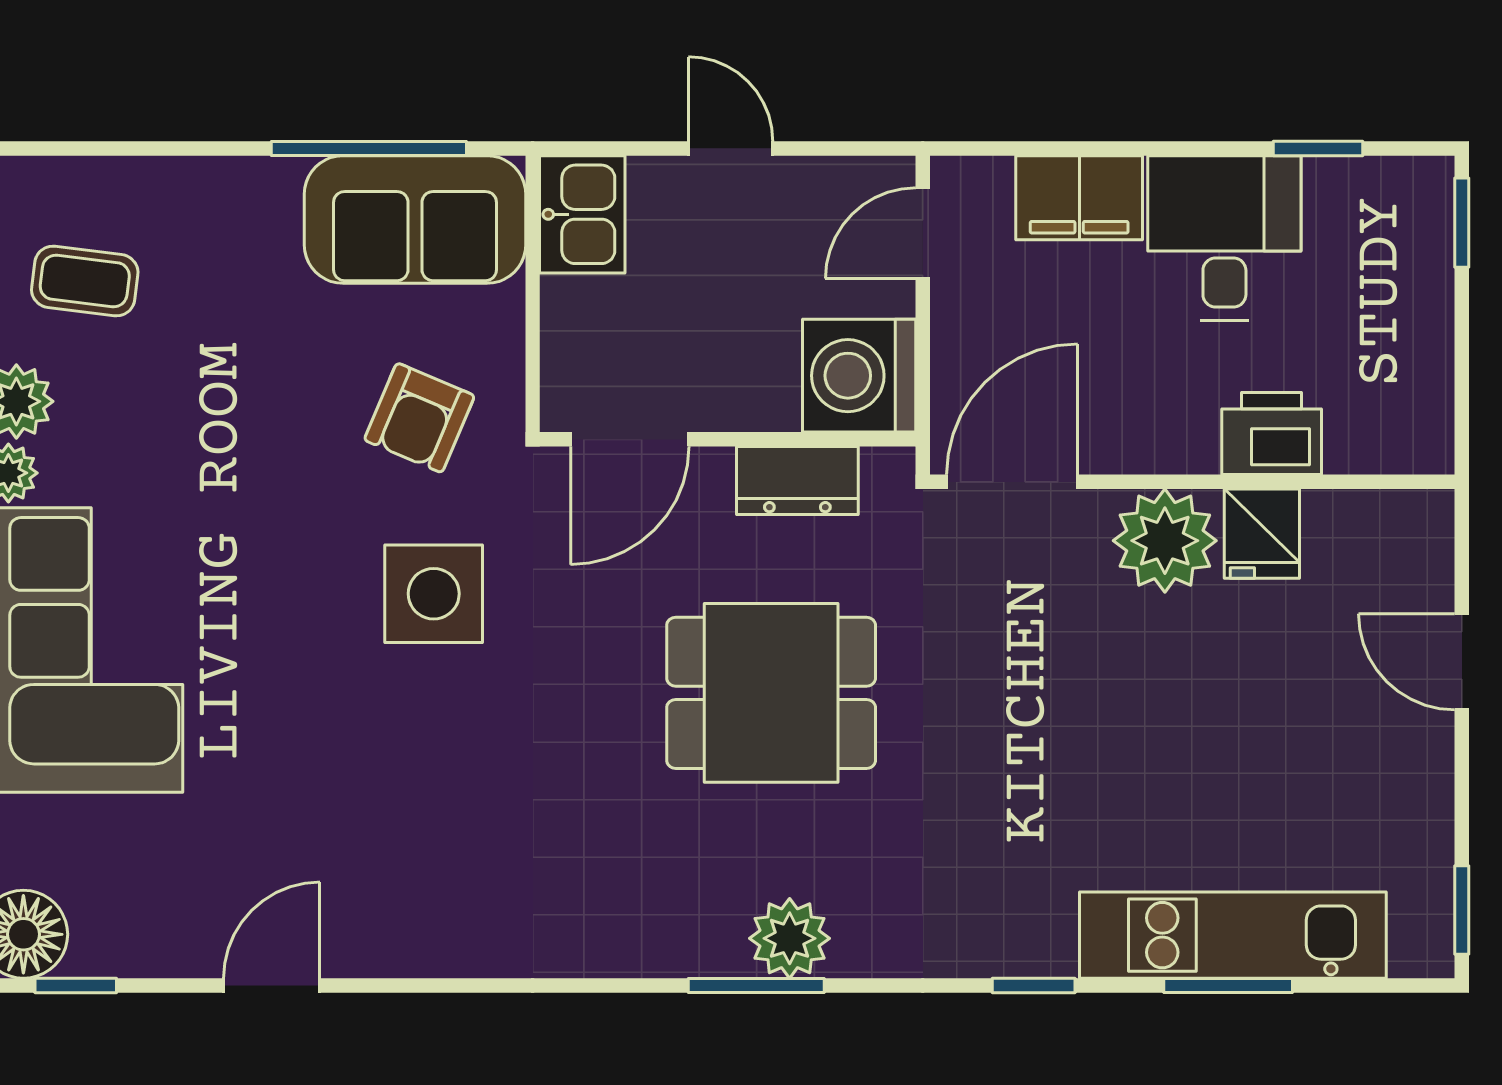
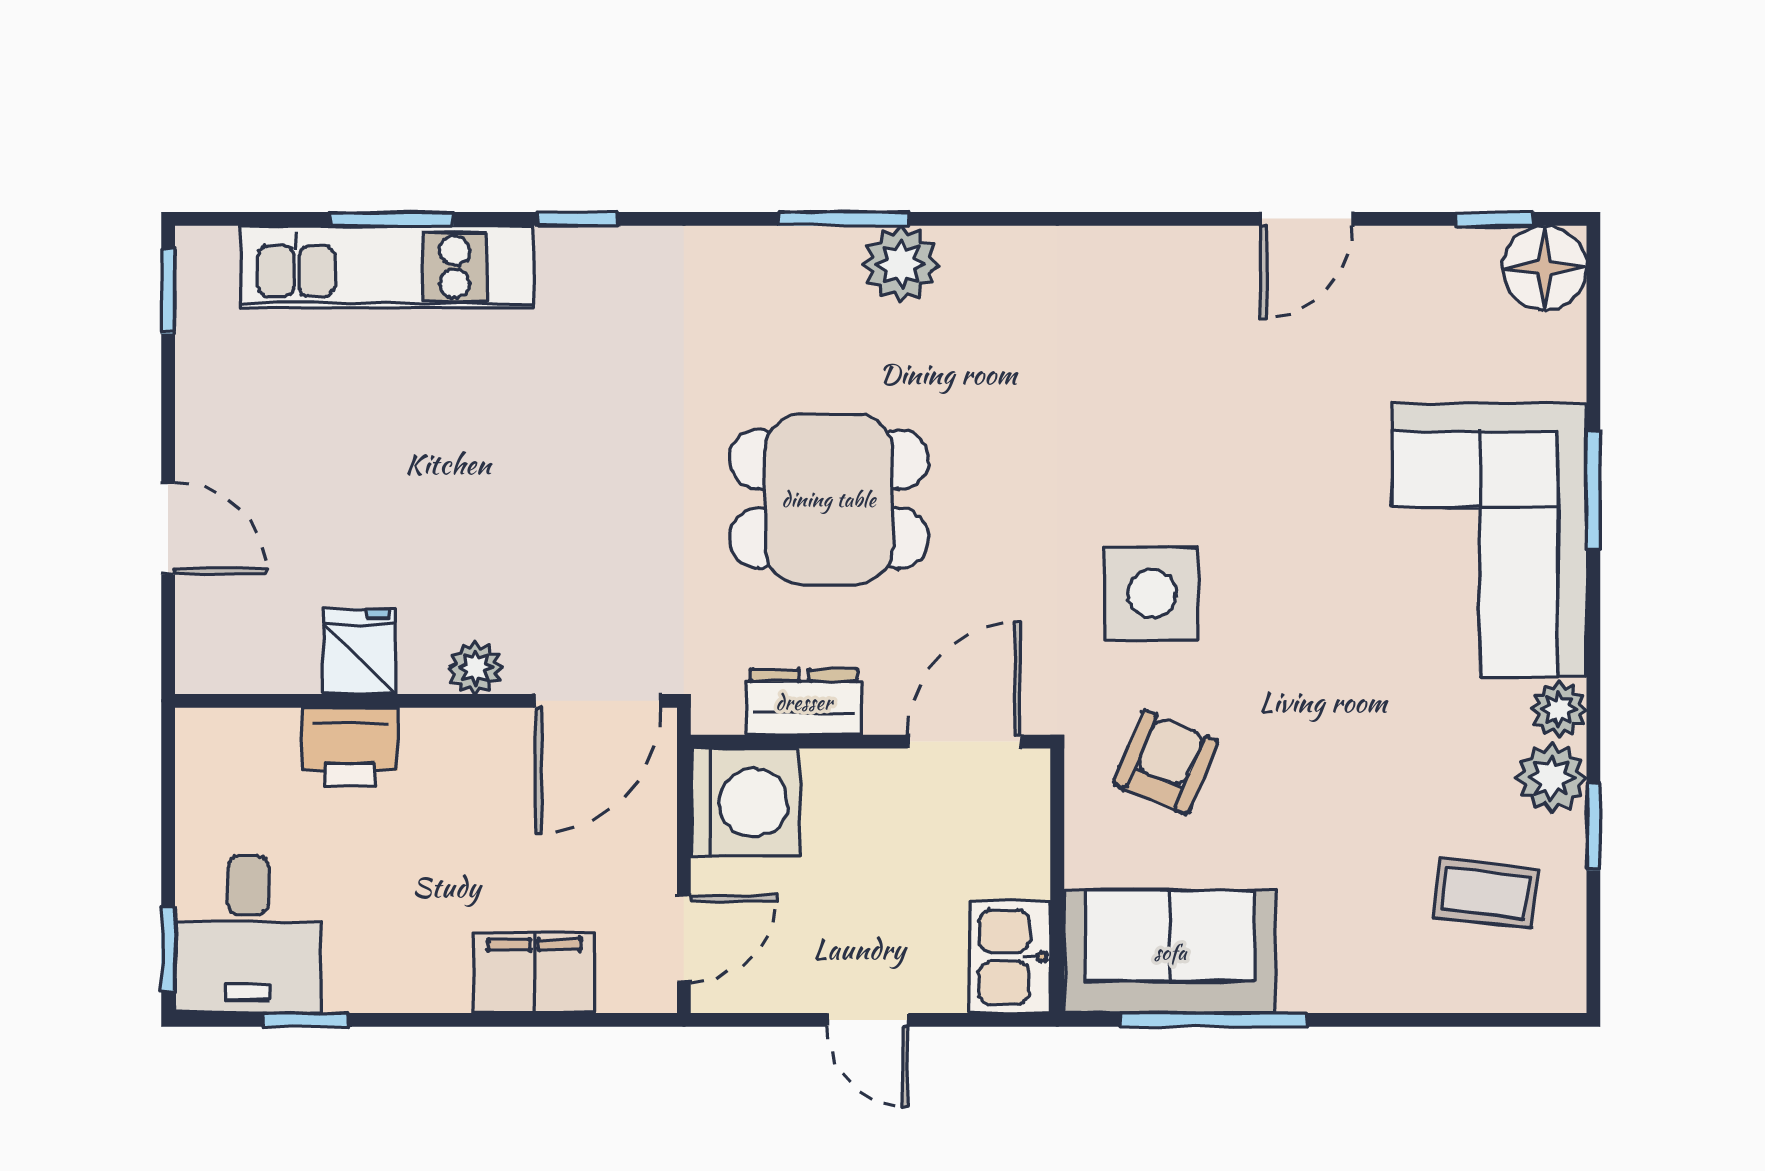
desk: (1224, 238) -> (248, 934), moved
plant: (1165, 541) -> (475, 668), width x0.53, depth x0.53
plant: (790, 938) -> (901, 264), moved

